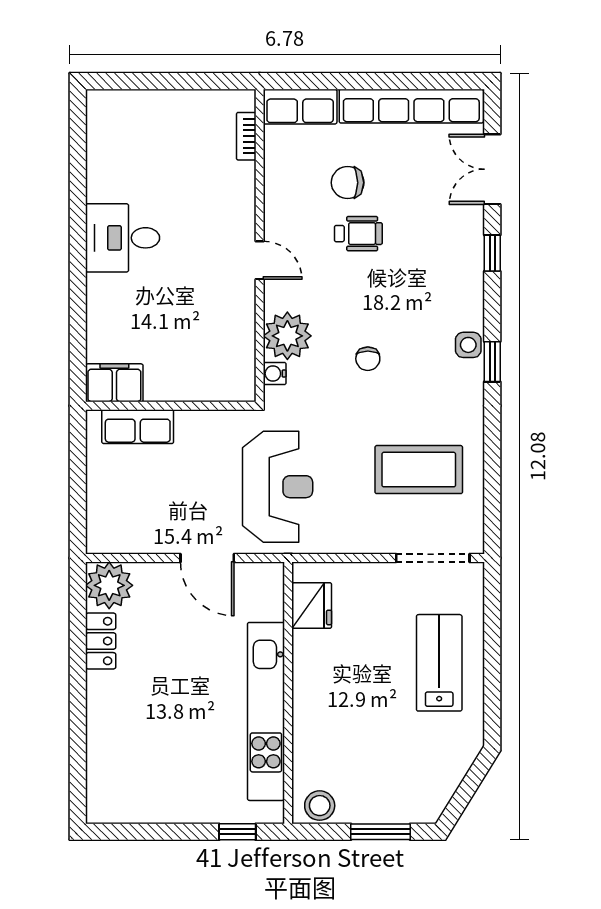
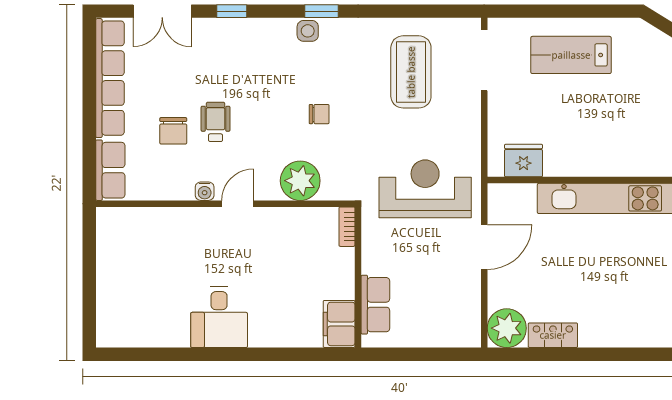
bookcase: (246, 136) -> (347, 227), moved, turned 90
water cooler: (275, 374) -> (205, 191), moved

